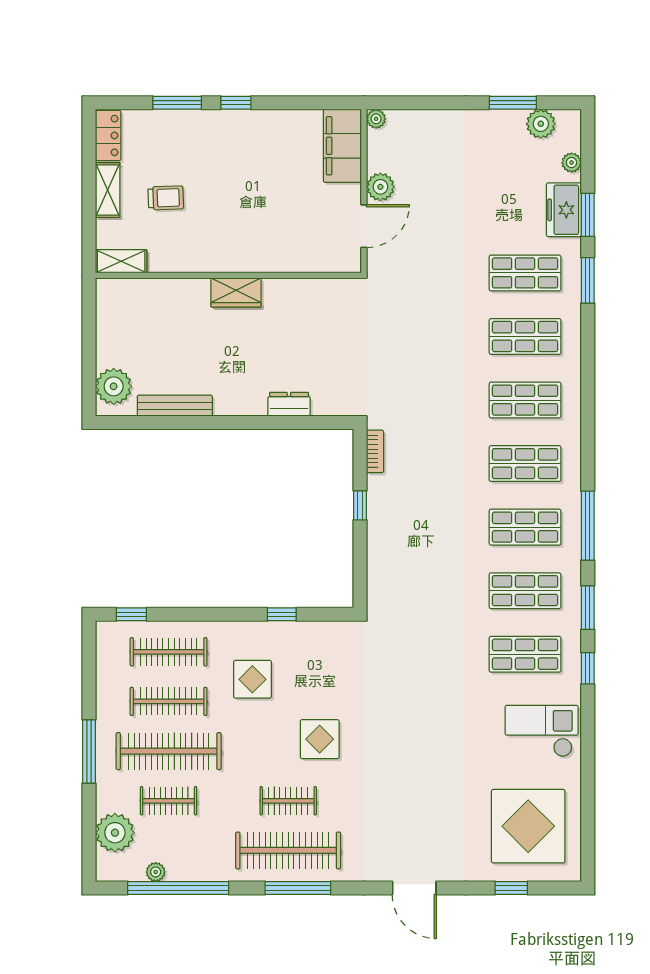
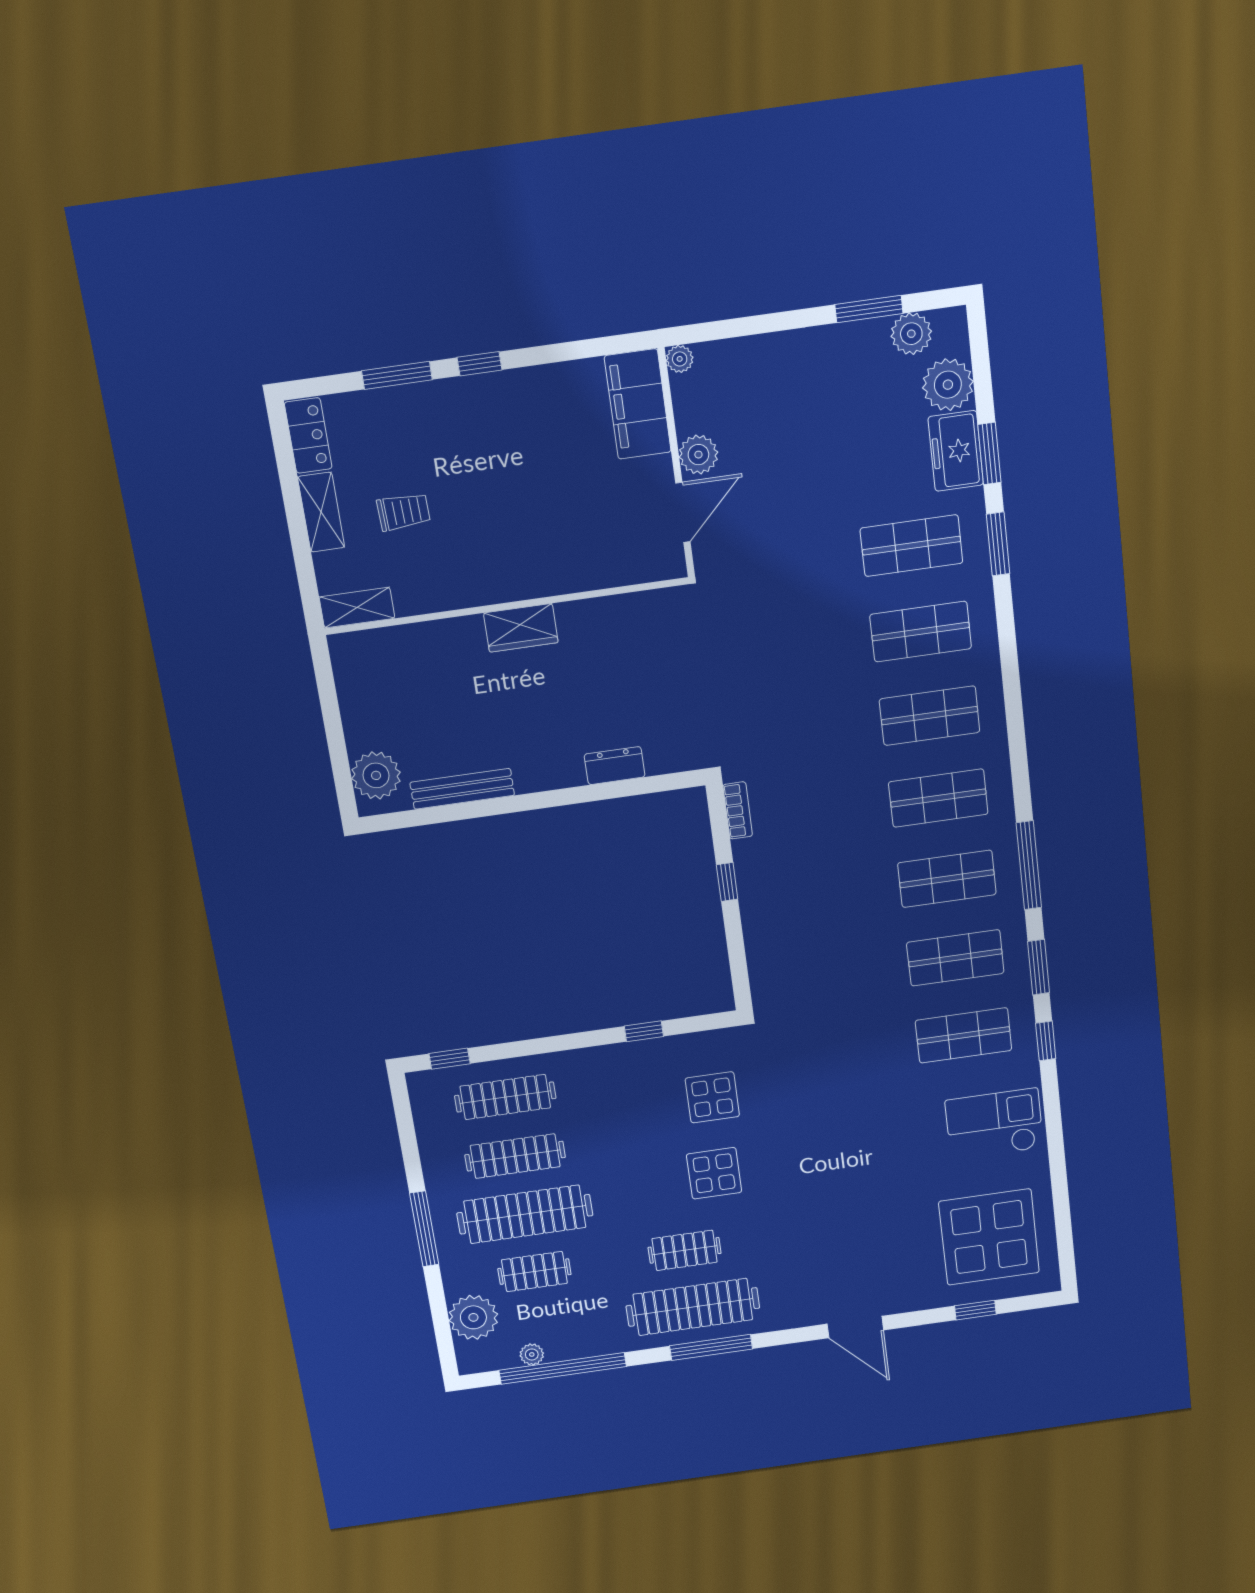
plant: (572, 163) -> (948, 385), width x1.88, depth x1.88
display table: (252, 679) -> (712, 1097), moved

